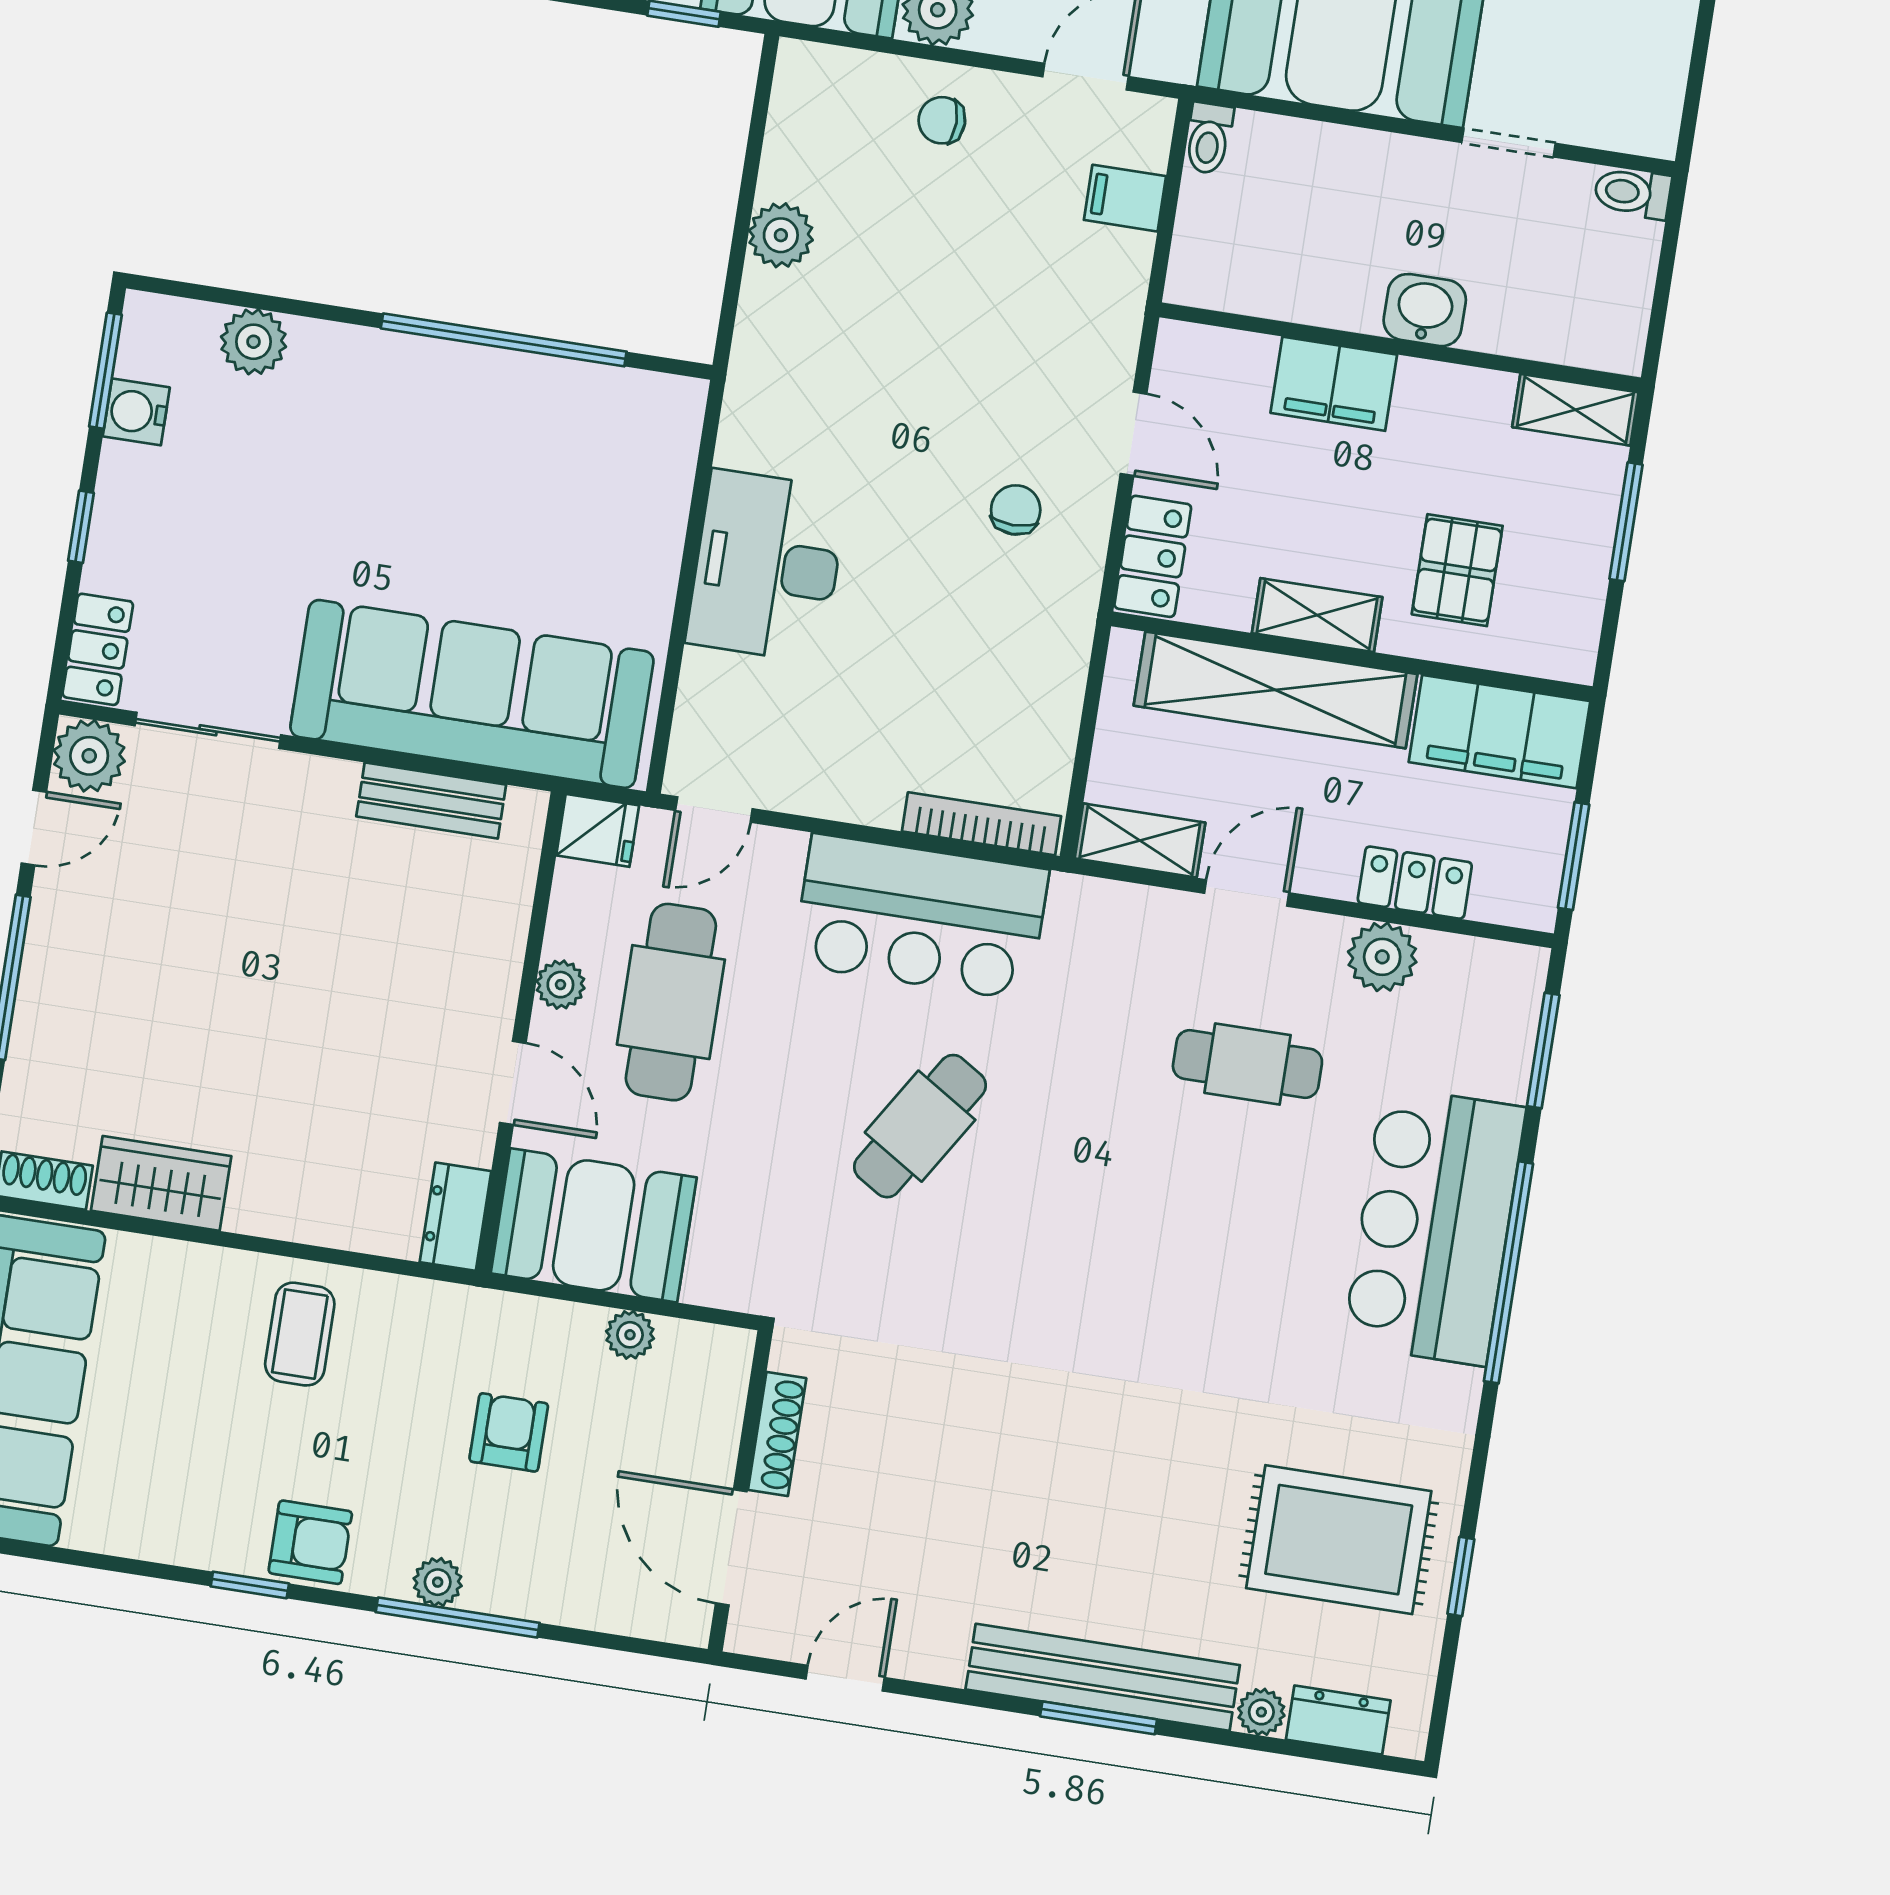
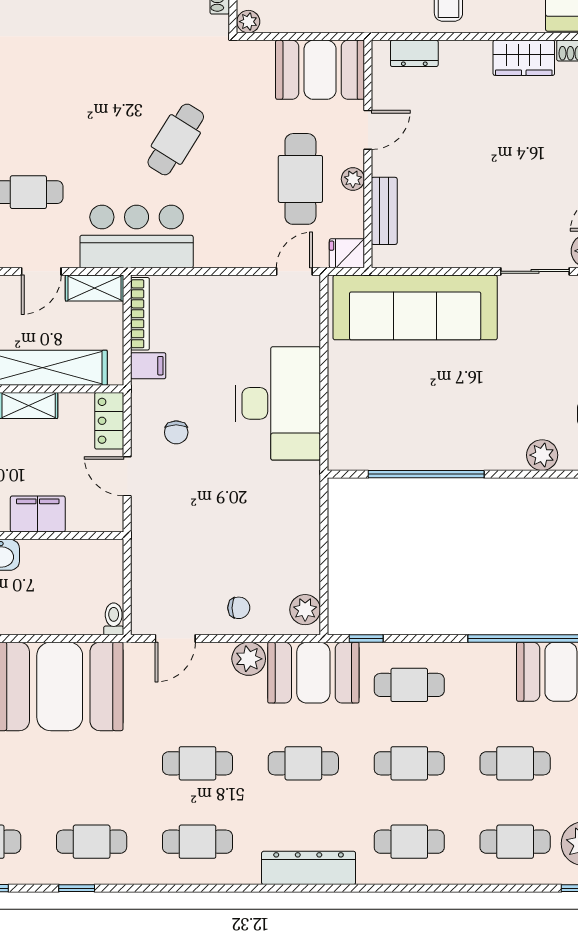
filing cabinet: (1125, 198) -> (148, 366), moved
plant: (781, 235) -> (305, 610), moved
desk: (767, 566) -> (278, 403), width x1.36, depth x1.30
bench: (431, 801) -> (384, 211), moved, turned 90
bookcase: (981, 824) -> (140, 314), moved, turned -90
bar counter: (921, 917) -> (137, 236), moved
door: (513, 1083) -> (368, 130), swing flipped
dresser: (456, 1217) -> (414, 53), moved, turned 90
plant: (630, 1335) -> (248, 22), moved

